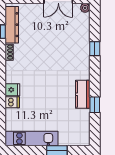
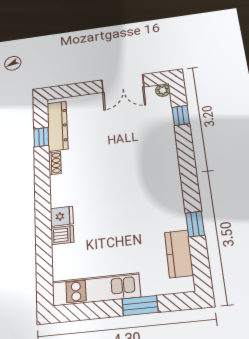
window: (95, 49) -> (181, 115), moved
kitchen counter: (83, 94) -> (179, 254), moved

